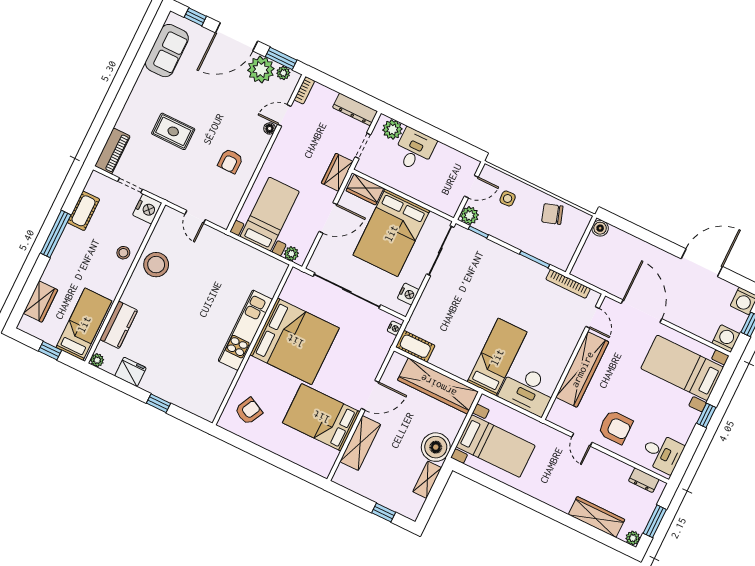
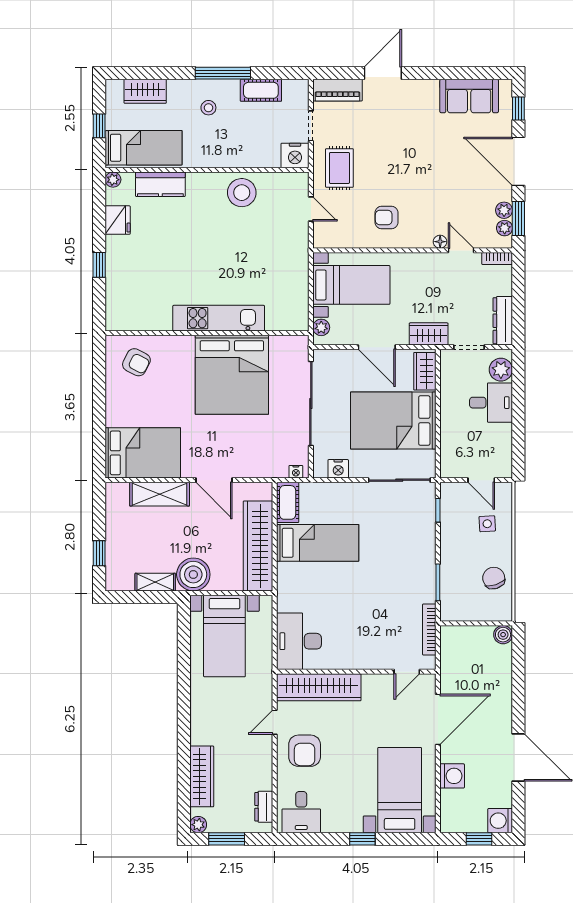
plant: (261, 70) -> (504, 210), width x0.53, depth x0.53
door: (116, 109) -> (383, 73), added
rug: (173, 131) -> (339, 168), moved
plant: (469, 216) -> (450, 493), removed
door: (195, 217) -> (311, 209), swing flipped
stool: (123, 253) -> (208, 108), moved
washing machine: (726, 338) -> (452, 776), moved
bed: (497, 357) -> (318, 543), moved
wardrobe: (582, 369) -> (319, 687), moved
bed: (321, 417) -> (143, 453), moved, turned 90

